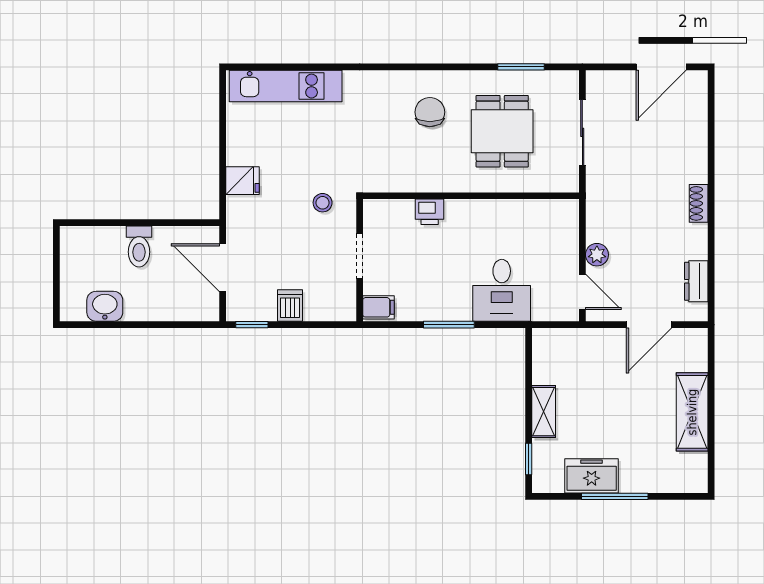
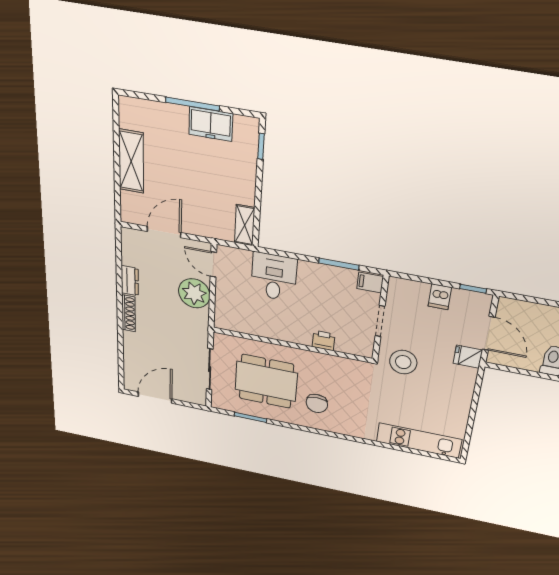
dining table: (502, 131) -> (266, 381), width x1.38
fridge: (243, 181) -> (468, 357), moved
stool: (323, 203) -> (403, 362), width x1.89, depth x1.89
shoe rack: (699, 203) -> (129, 313), width x1.43
plant: (597, 255) -> (194, 293), width x1.87, depth x1.87
dresser: (696, 281) -> (130, 281), moved
window: (449, 325) -> (339, 264), moved
shelving: (544, 412) -> (245, 225), moved

